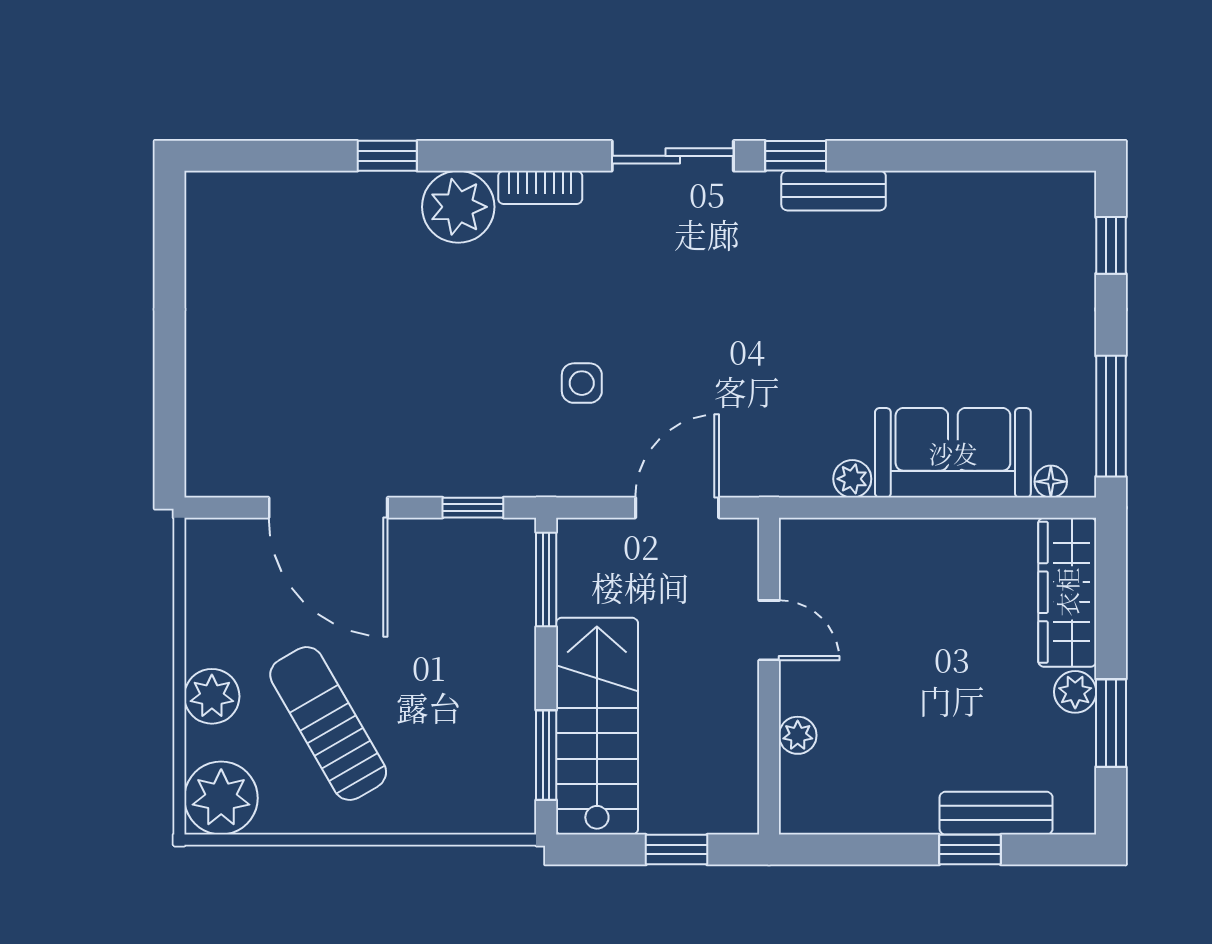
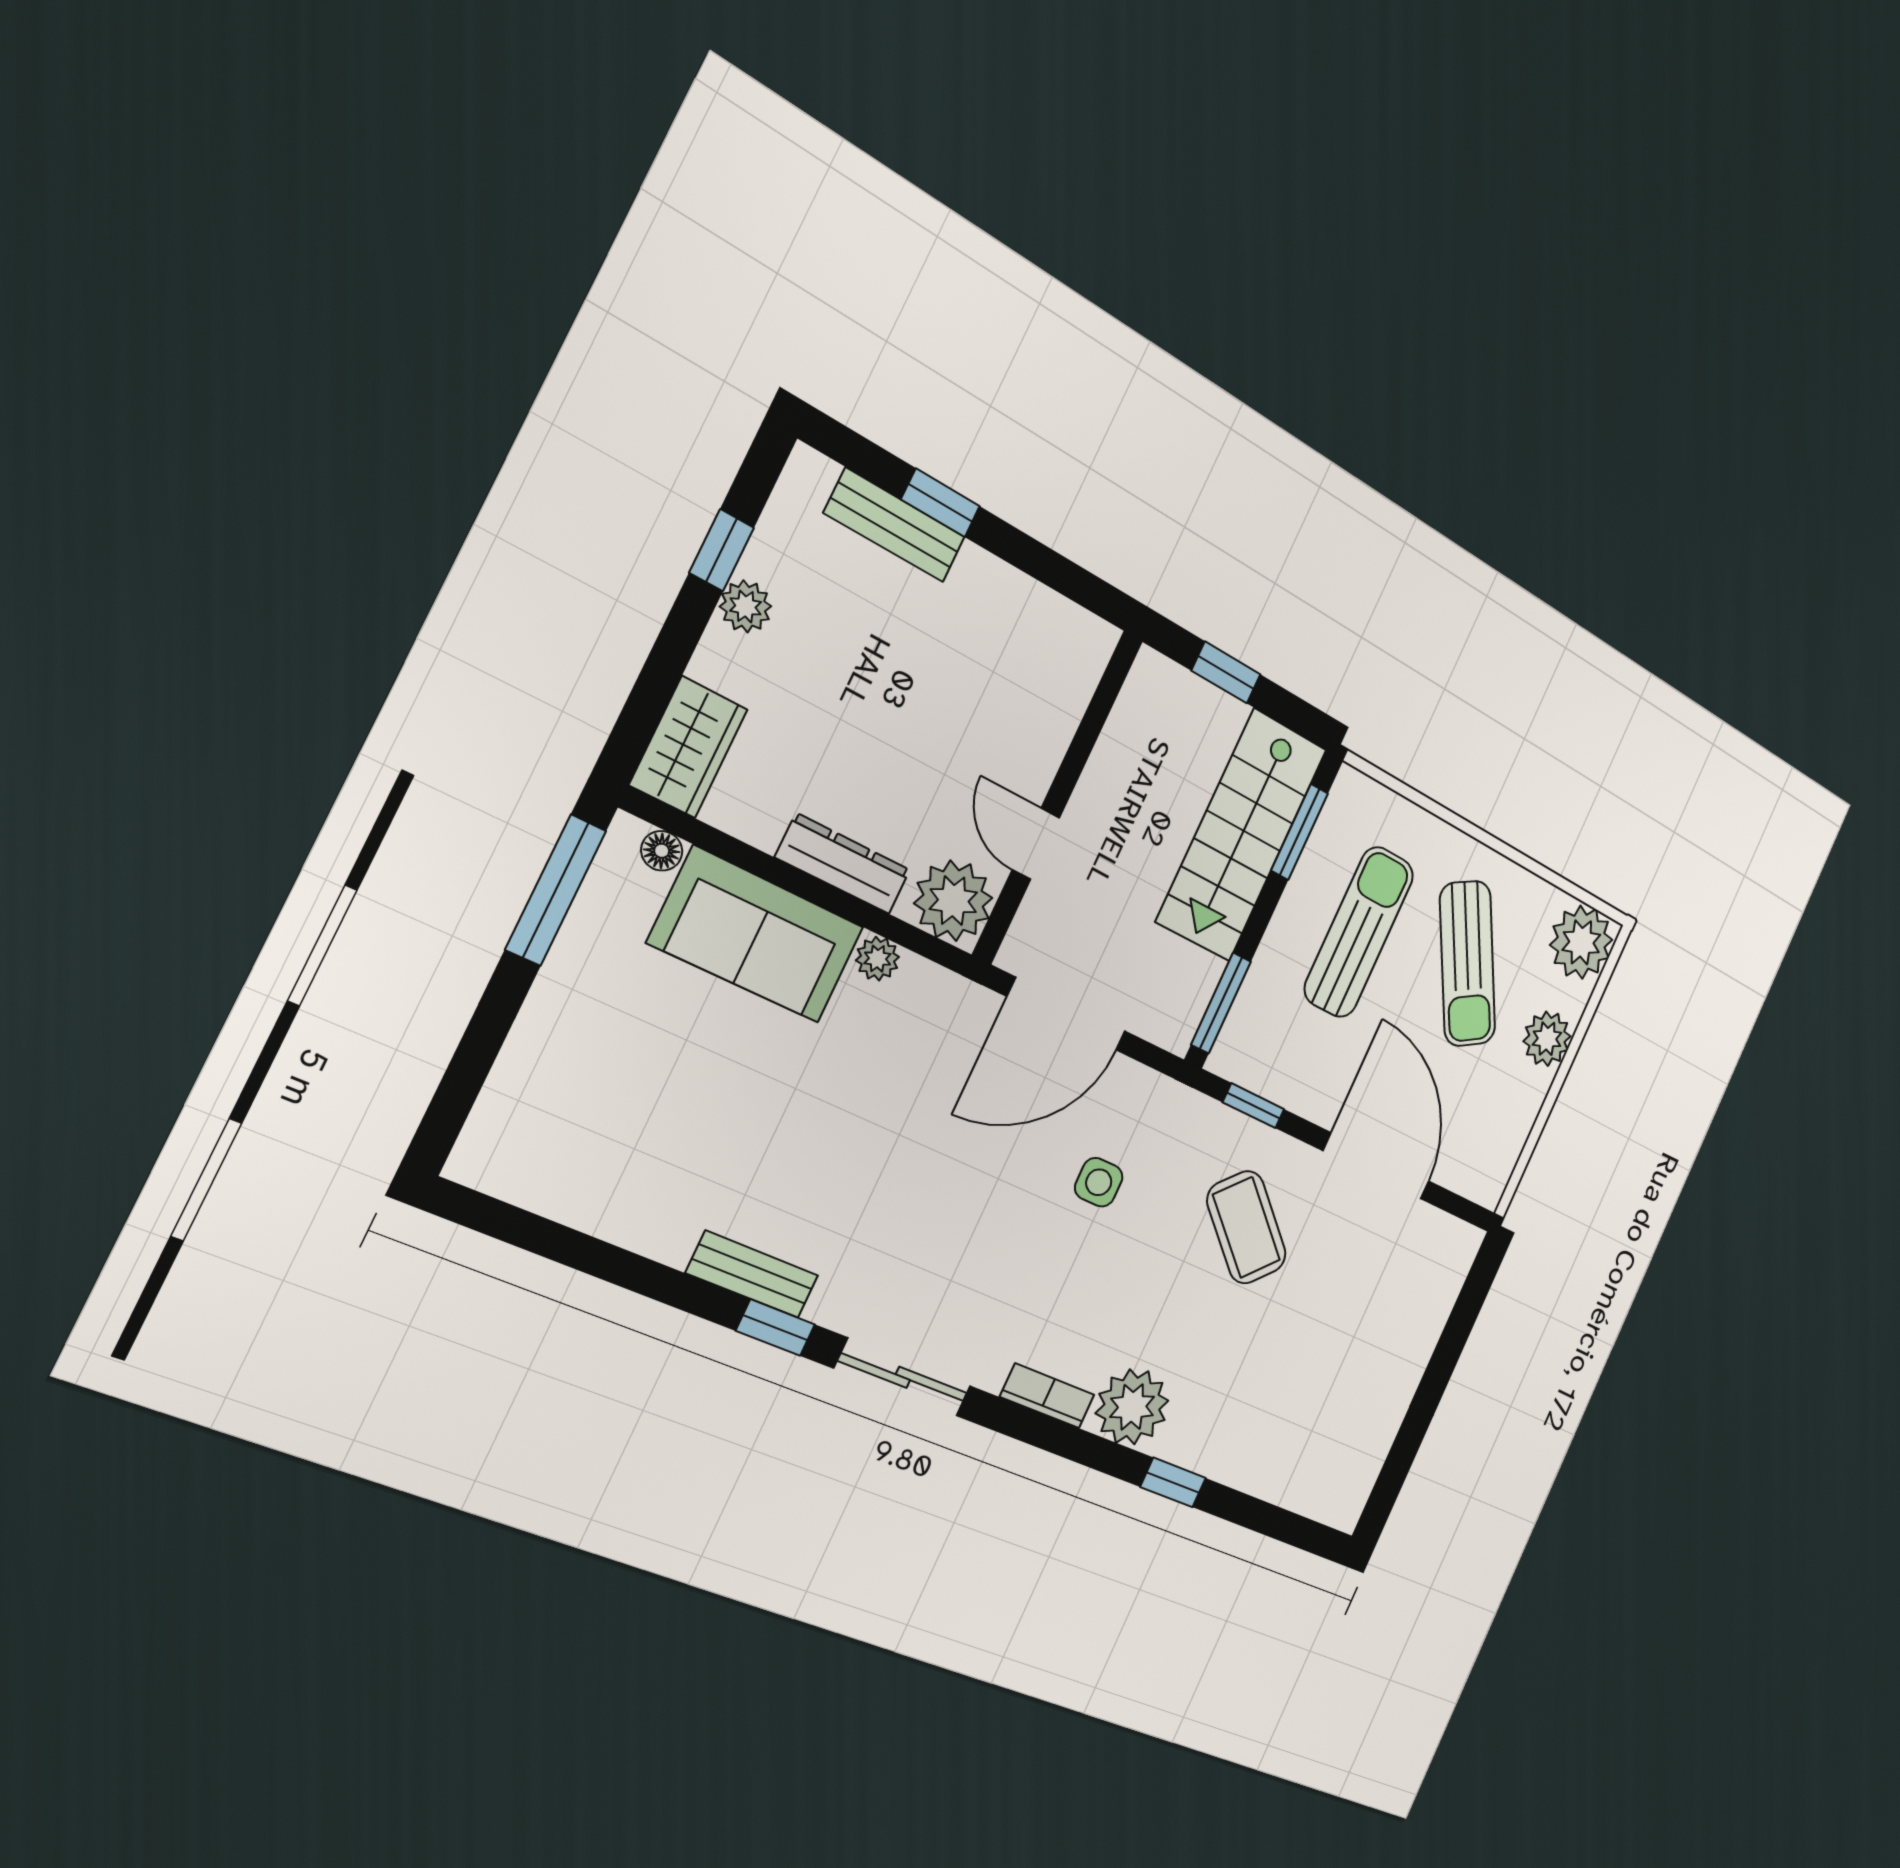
window: (1111, 245) -> (462, 1083), removed
coffee table: (427, 402) -> (1246, 1227), added
door: (677, 508) -> (1067, 1014), width x1.36
dresser: (914, 539) -> (843, 864), added
wardrobe: (1067, 592) -> (688, 747), width x0.67
sun lounger: (448, 700) -> (1359, 932), added
window: (1111, 723) -> (721, 550), width x0.67
plant: (798, 735) -> (953, 901), moved, width x1.87, depth x1.87

